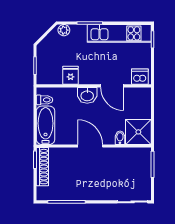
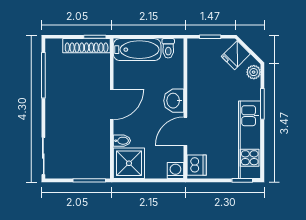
fridge: (71, 75) -> (236, 55), moved, turned 135
washing machine: (144, 94) -> (175, 171), added

